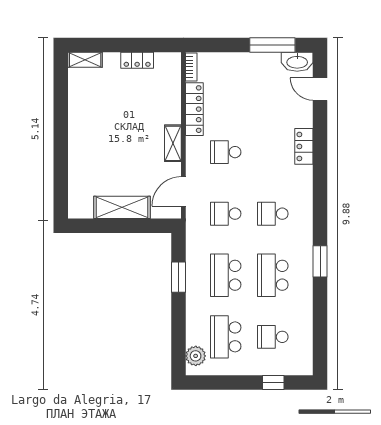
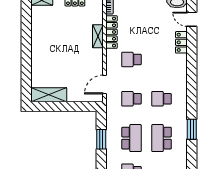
shelving: (173, 143) -> (98, 36), moved
locker: (304, 146) -> (181, 42), moved
shelving: (122, 207) -> (49, 95), moved
school desk: (226, 275) -> (131, 138), turned 180

